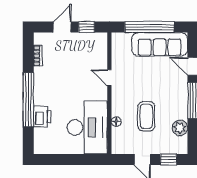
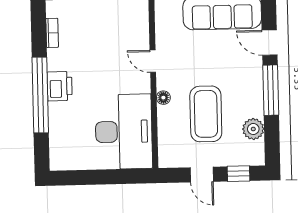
coffee table: (146, 116) -> (206, 114), width x1.36, depth x1.32
printer: (42, 117) -> (60, 86), moved
floor lamp: (116, 122) -> (163, 98), moved

